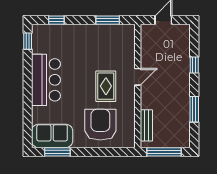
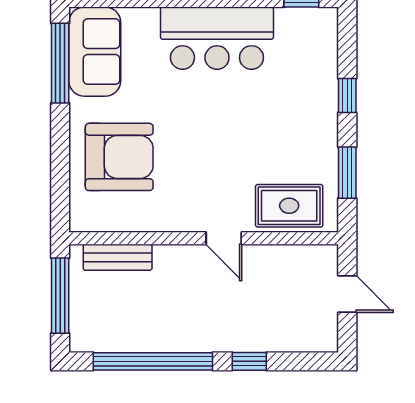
window: (56, 20) -> (347, 95), moved
rug: (106, 86) -> (289, 206), moved
window: (194, 109) -> (153, 361), width x2.11
window: (57, 152) -> (60, 63), width x1.44

